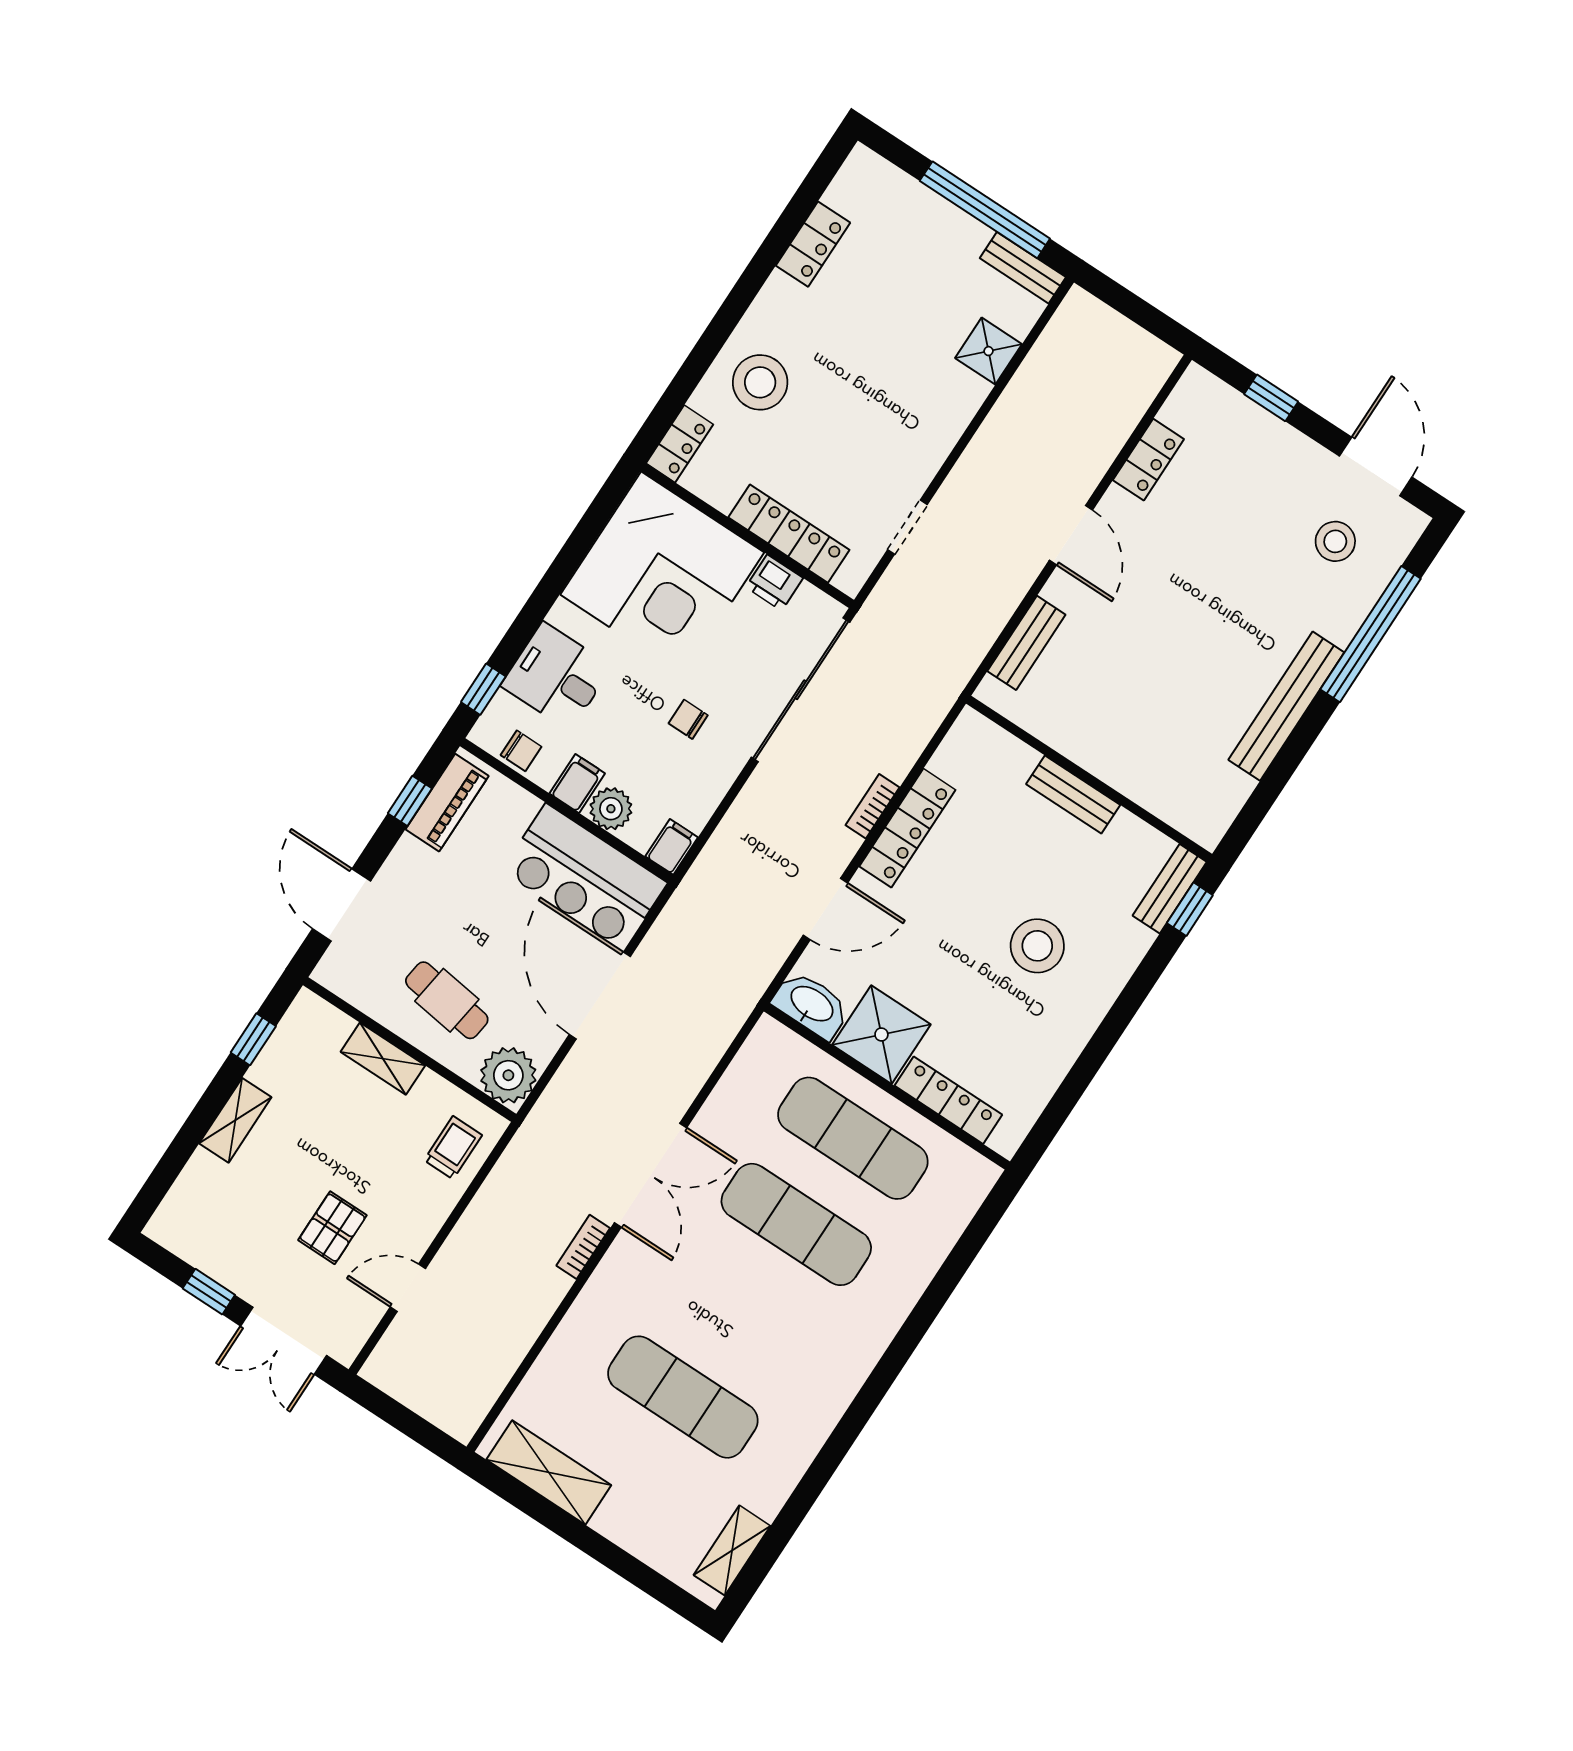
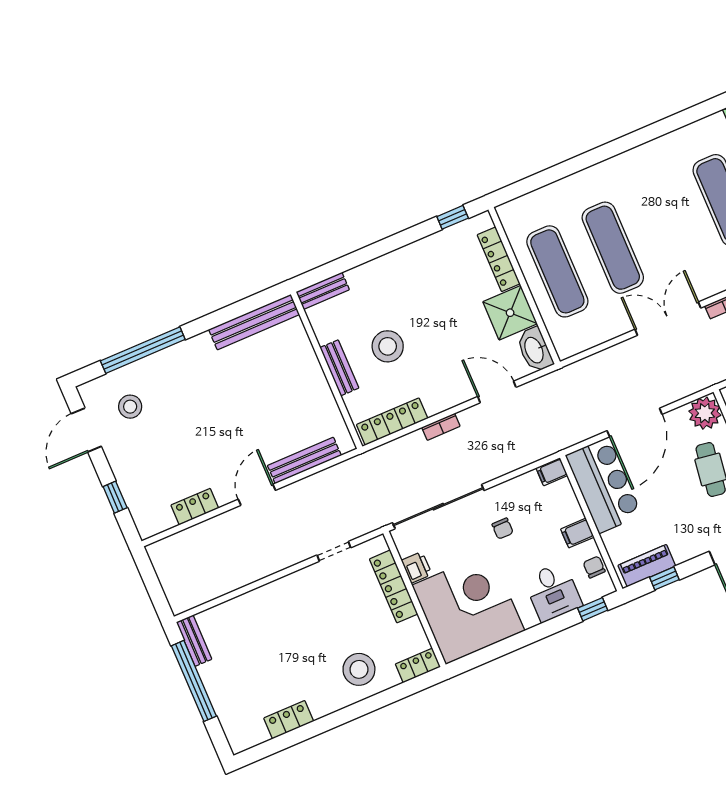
shower: (989, 351) -> (238, 611), removed
bench: (1026, 643) -> (304, 460), width x1.36
bench: (1286, 706) -> (254, 322), moved
plant: (611, 809) -> (569, 510), removed
locker: (907, 828) -> (392, 422), moved
window: (1190, 909) -> (453, 217), moved
stool: (1037, 946) -> (388, 346), moved

